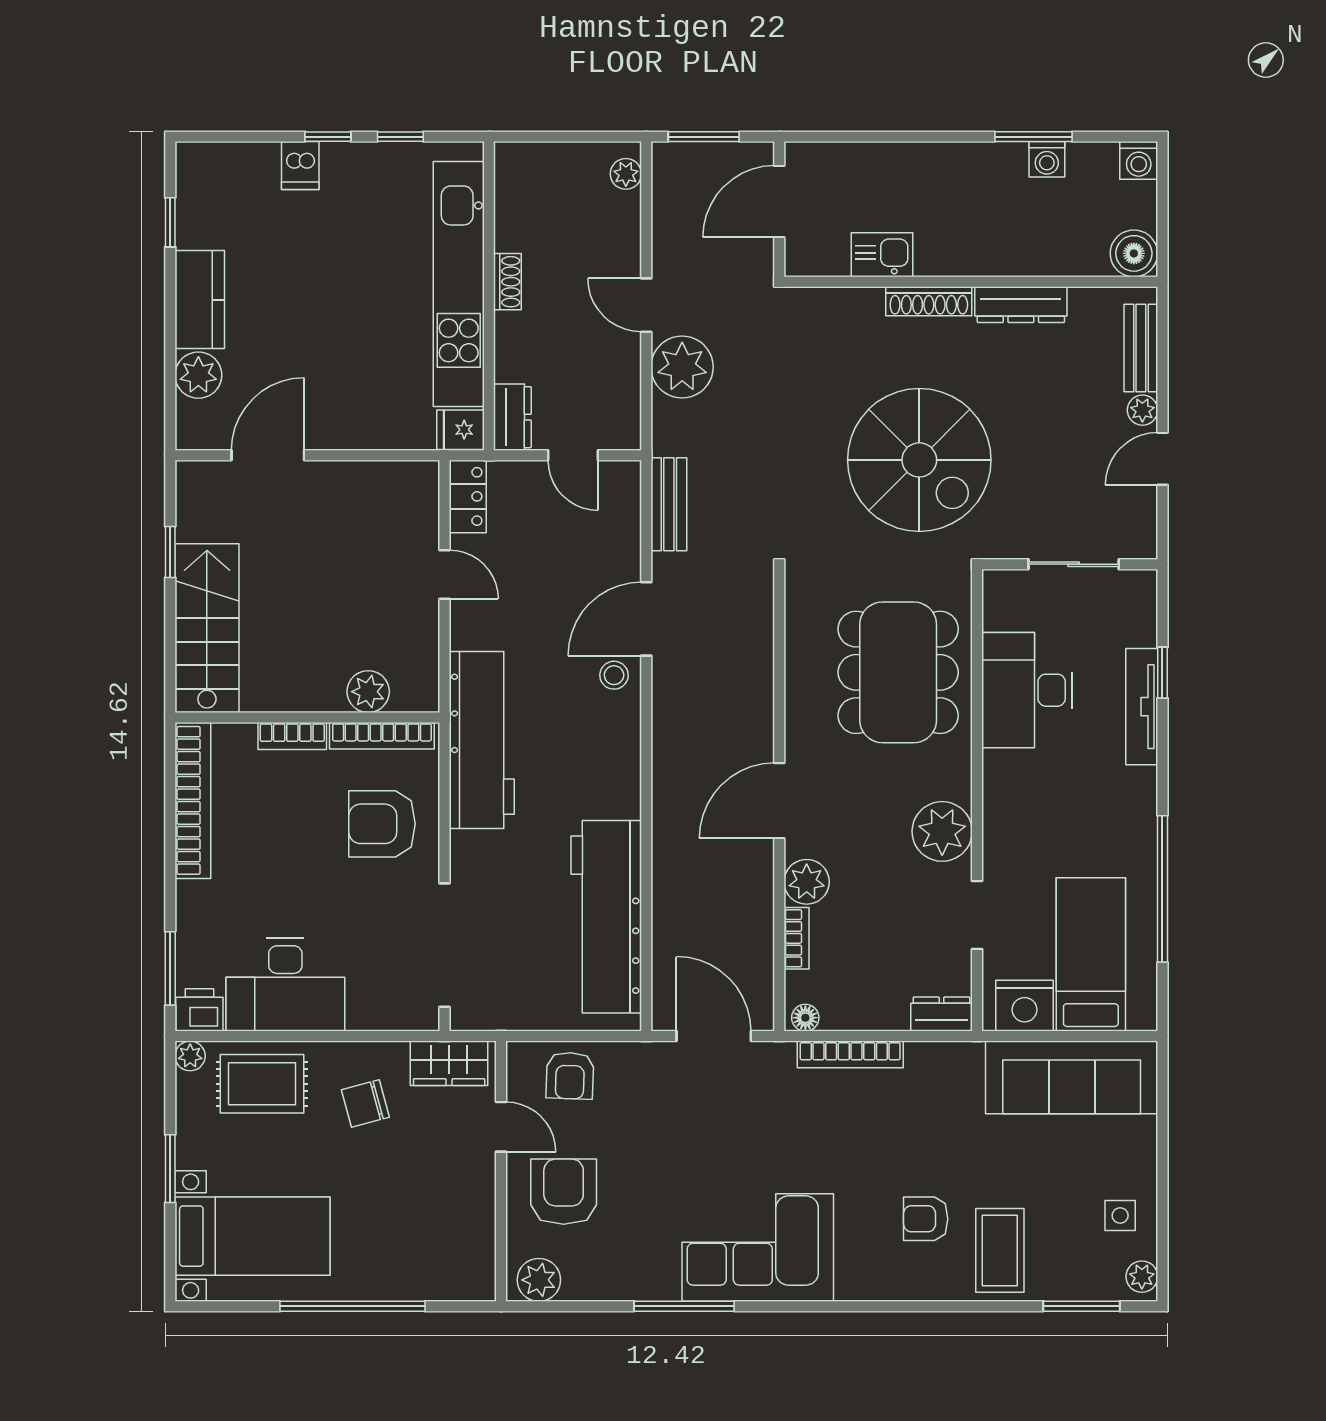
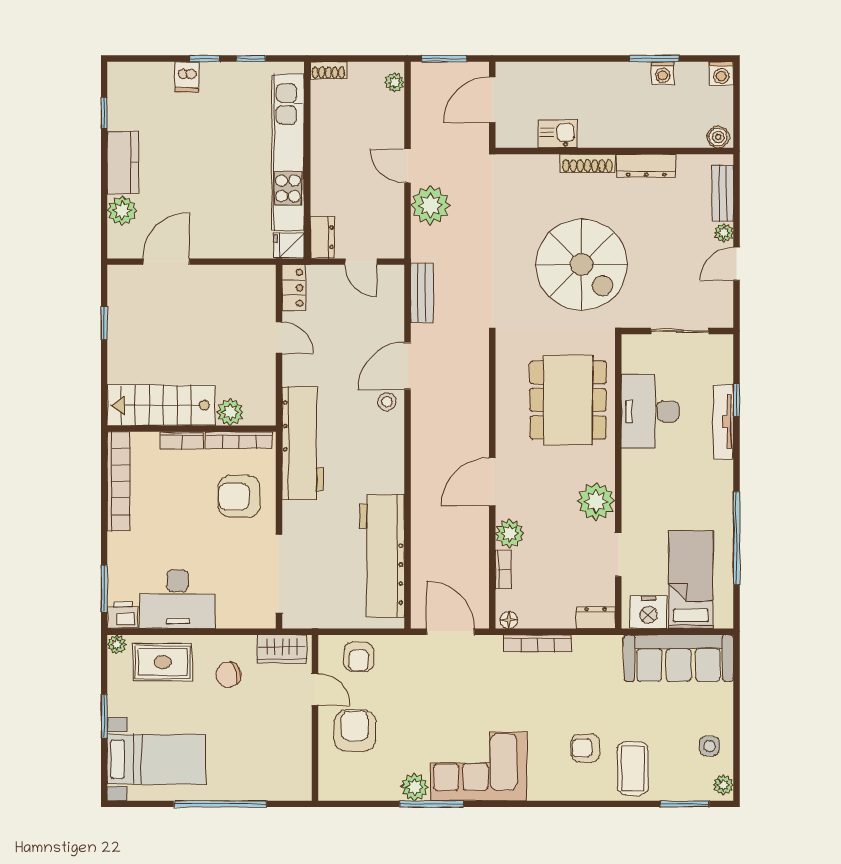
boiler: (1134, 253) -> (718, 137), width x0.73, depth x0.73
shoe rack: (507, 282) -> (328, 70), moved, turned 90
stairs: (207, 628) -> (161, 405), moved, turned -90
plant: (539, 1280) -> (415, 787), moved

